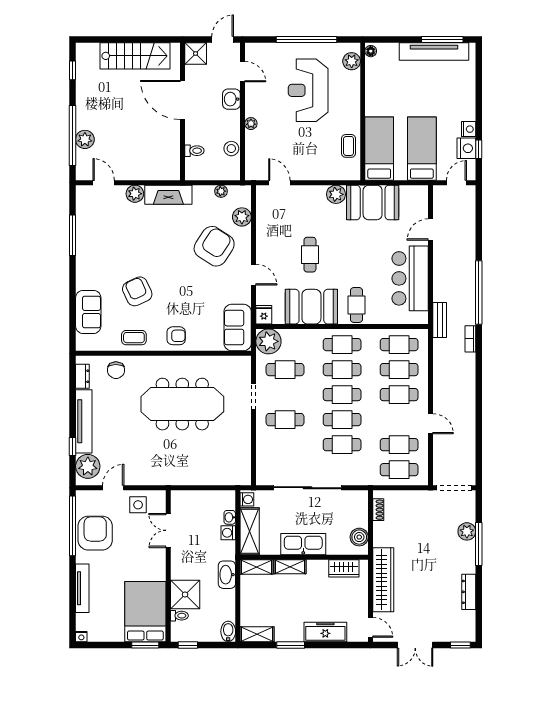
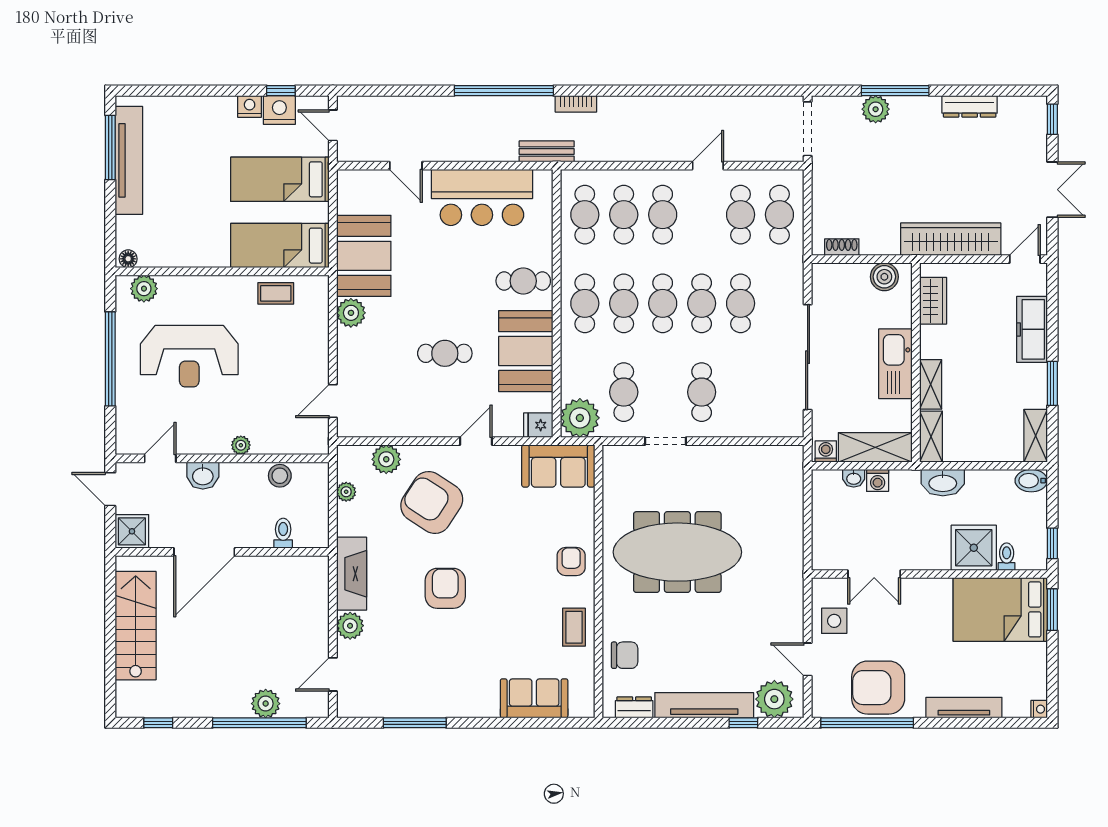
armchair: (137, 291) -> (445, 588), moved, turned 115
meeting table: (182, 404) -> (677, 552), turned 90

